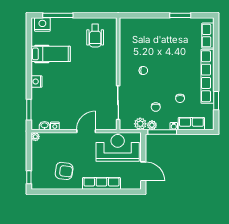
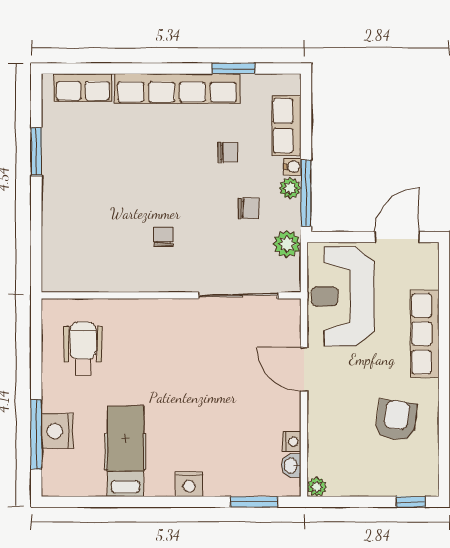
nightstand: (42, 24) -> (57, 431), moved
wheelchair: (95, 36) -> (83, 348), turned -90
plant: (152, 125) -> (290, 188), moved

